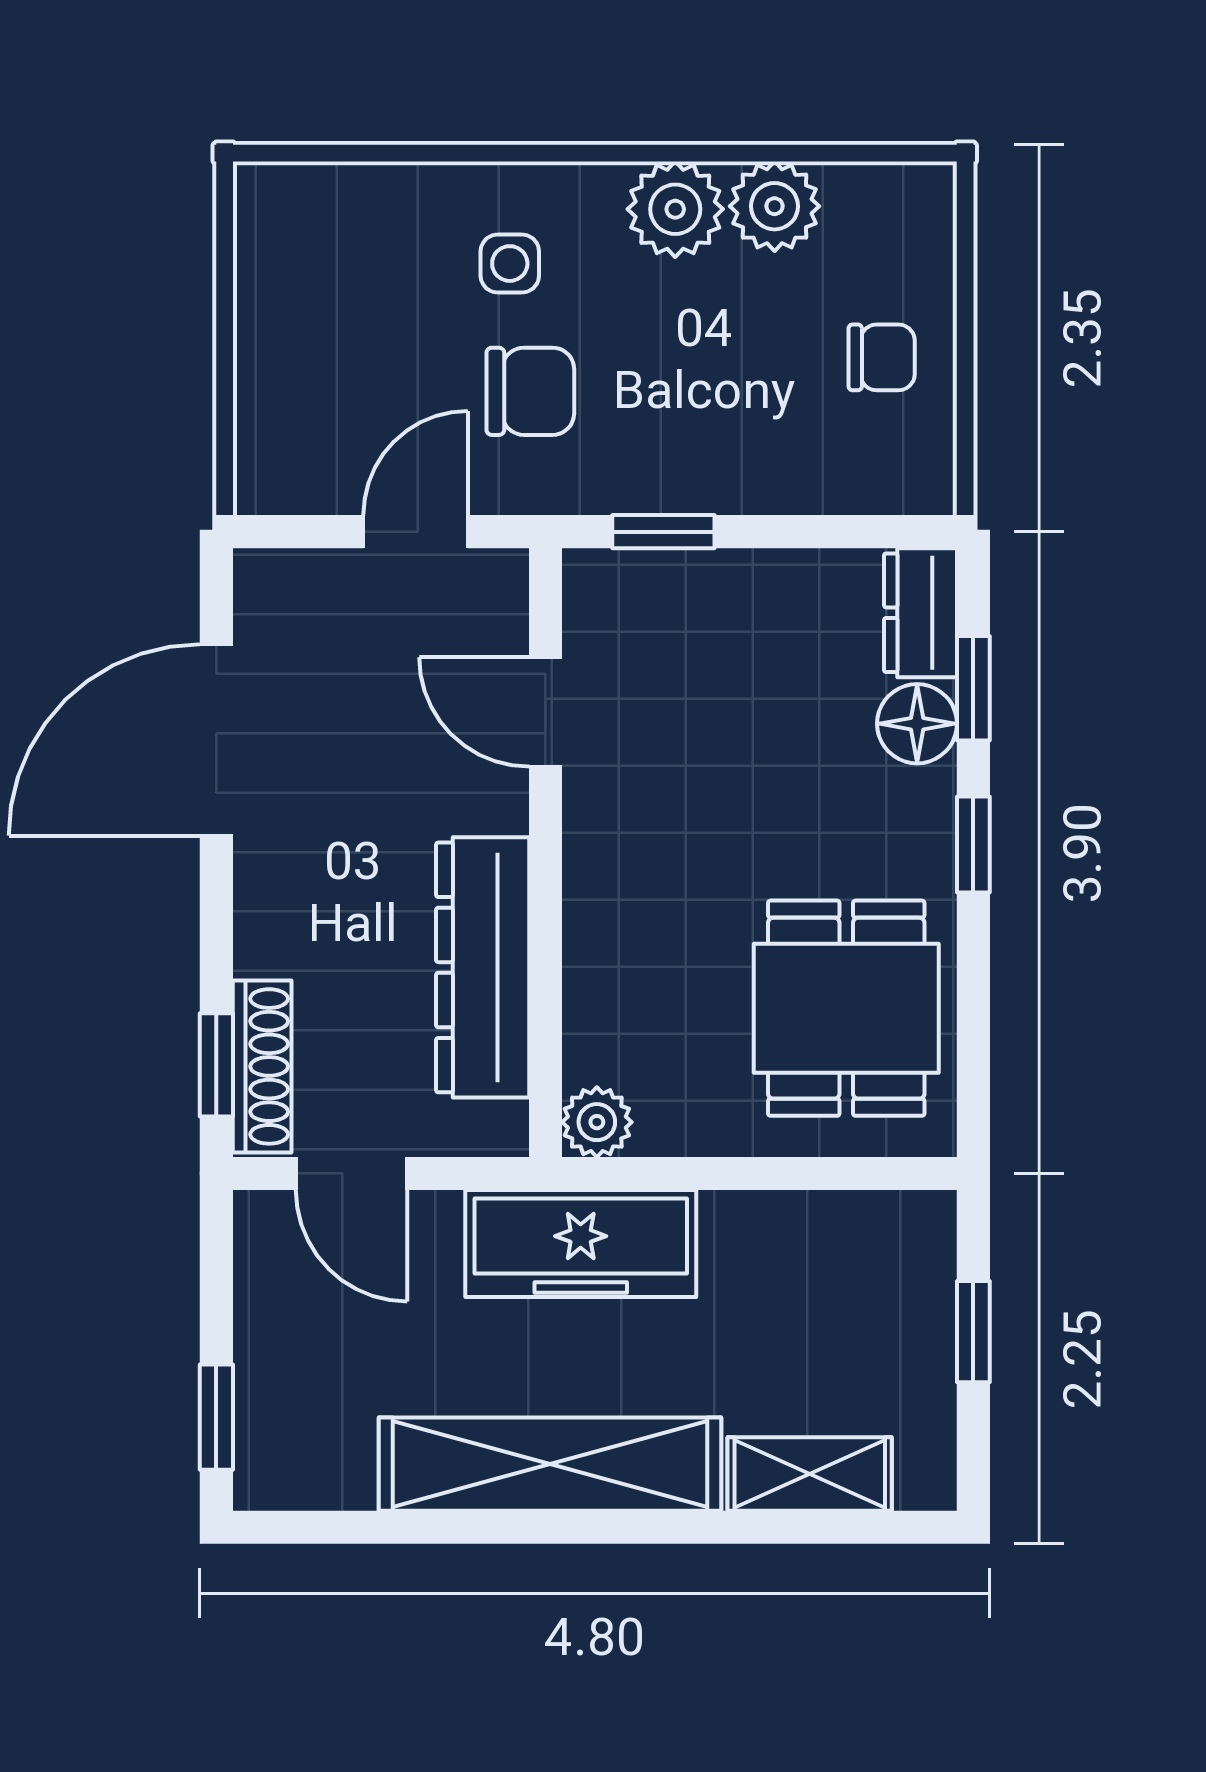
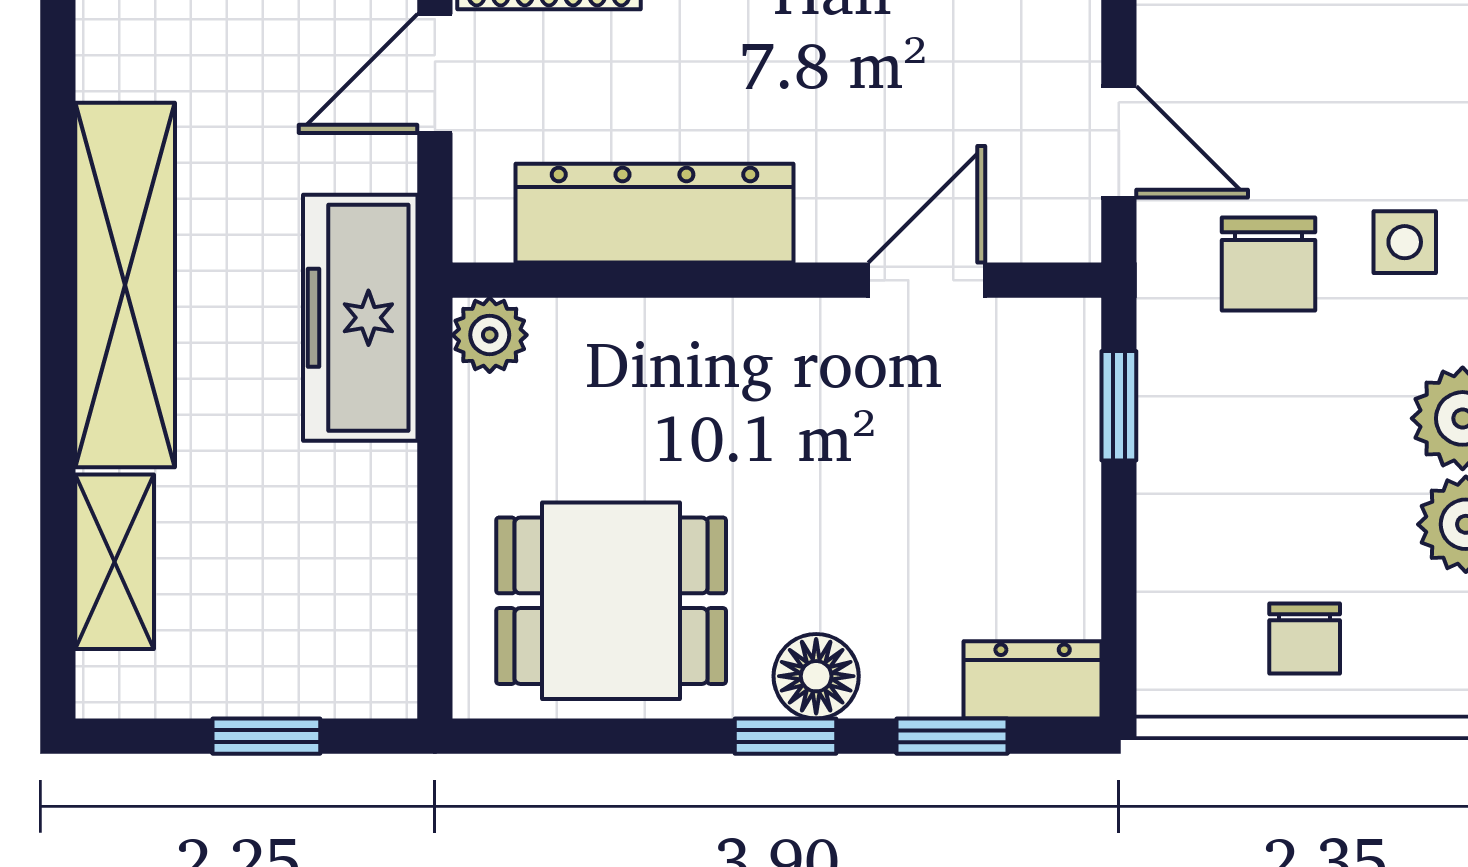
floor lamp: (917, 724) -> (816, 676), moved

